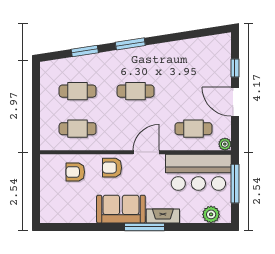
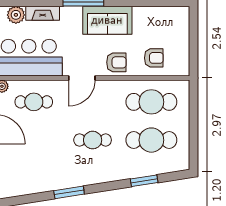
window: (130, 44) -> (69, 192), moved
cafe table: (78, 91) -> (151, 140), width x1.37, depth x1.35
cafe table: (78, 129) -> (151, 102), width x1.37, depth x1.35
fireplace: (163, 216) -> (43, 13), moved

